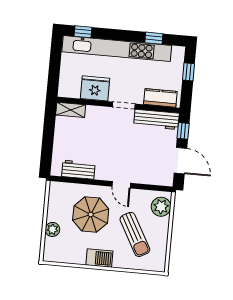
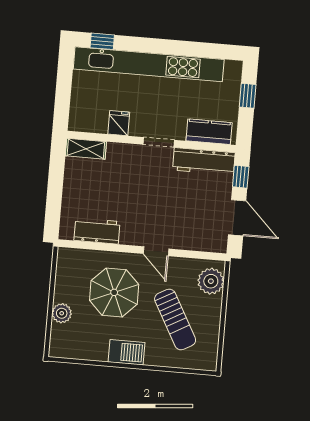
window: (154, 38) -> (200, 50), removed
fridge: (95, 88) -> (119, 123), width x0.53, depth x0.75

